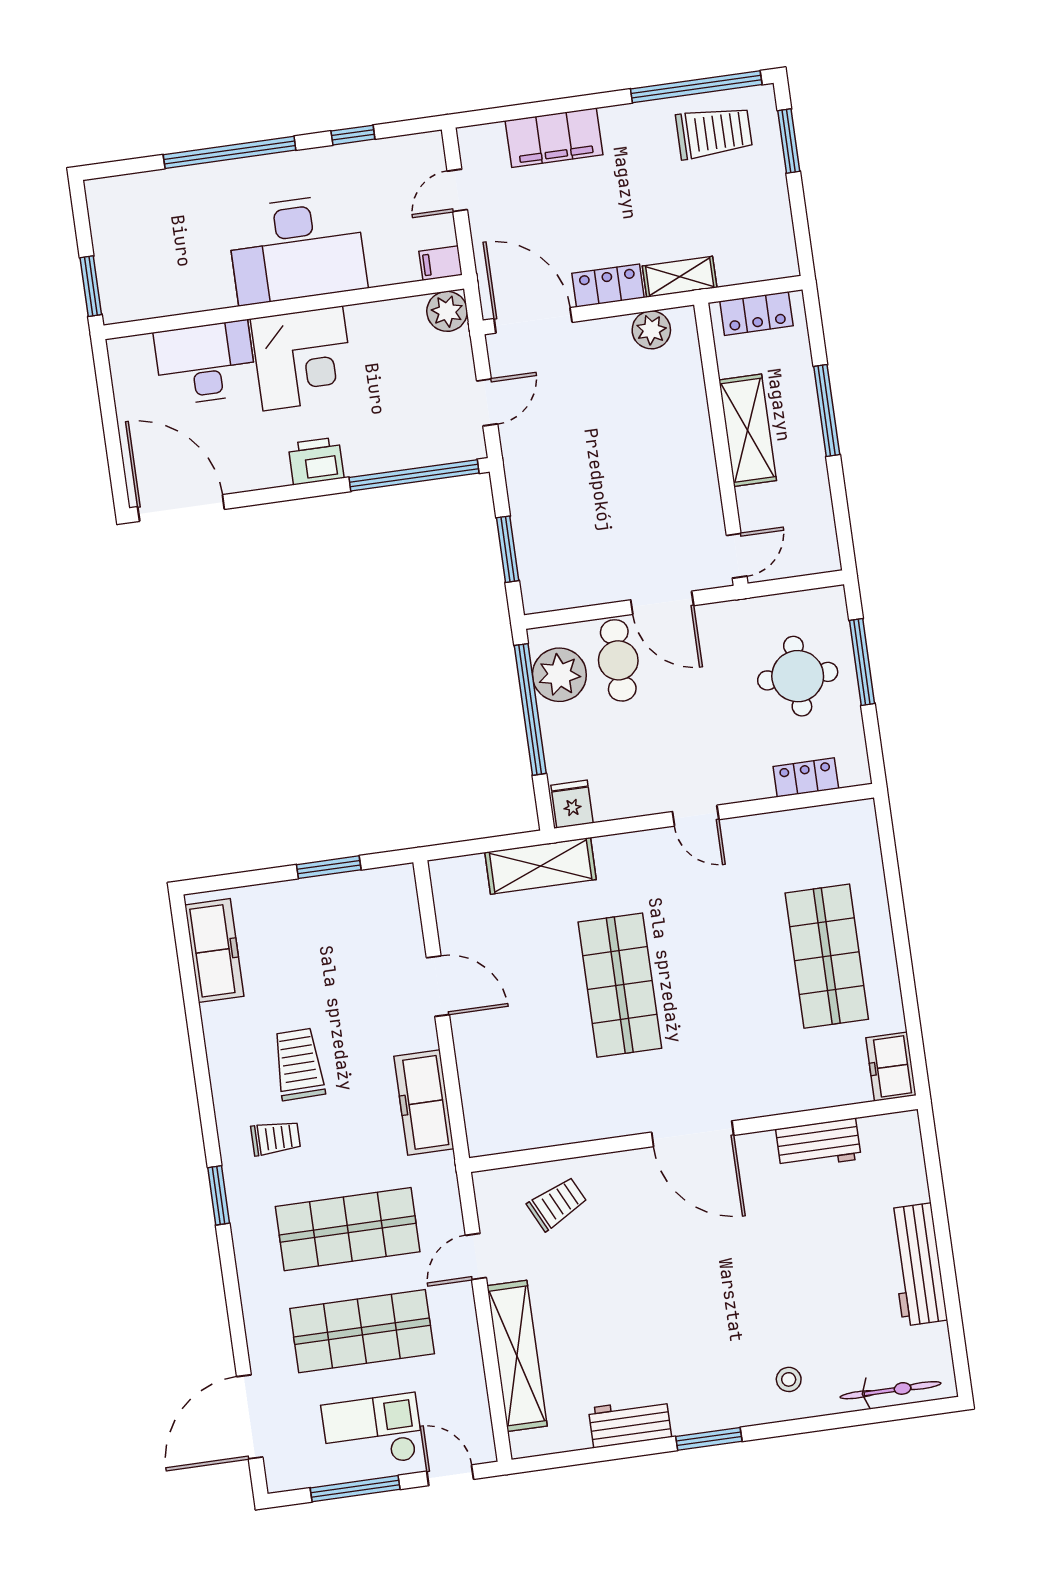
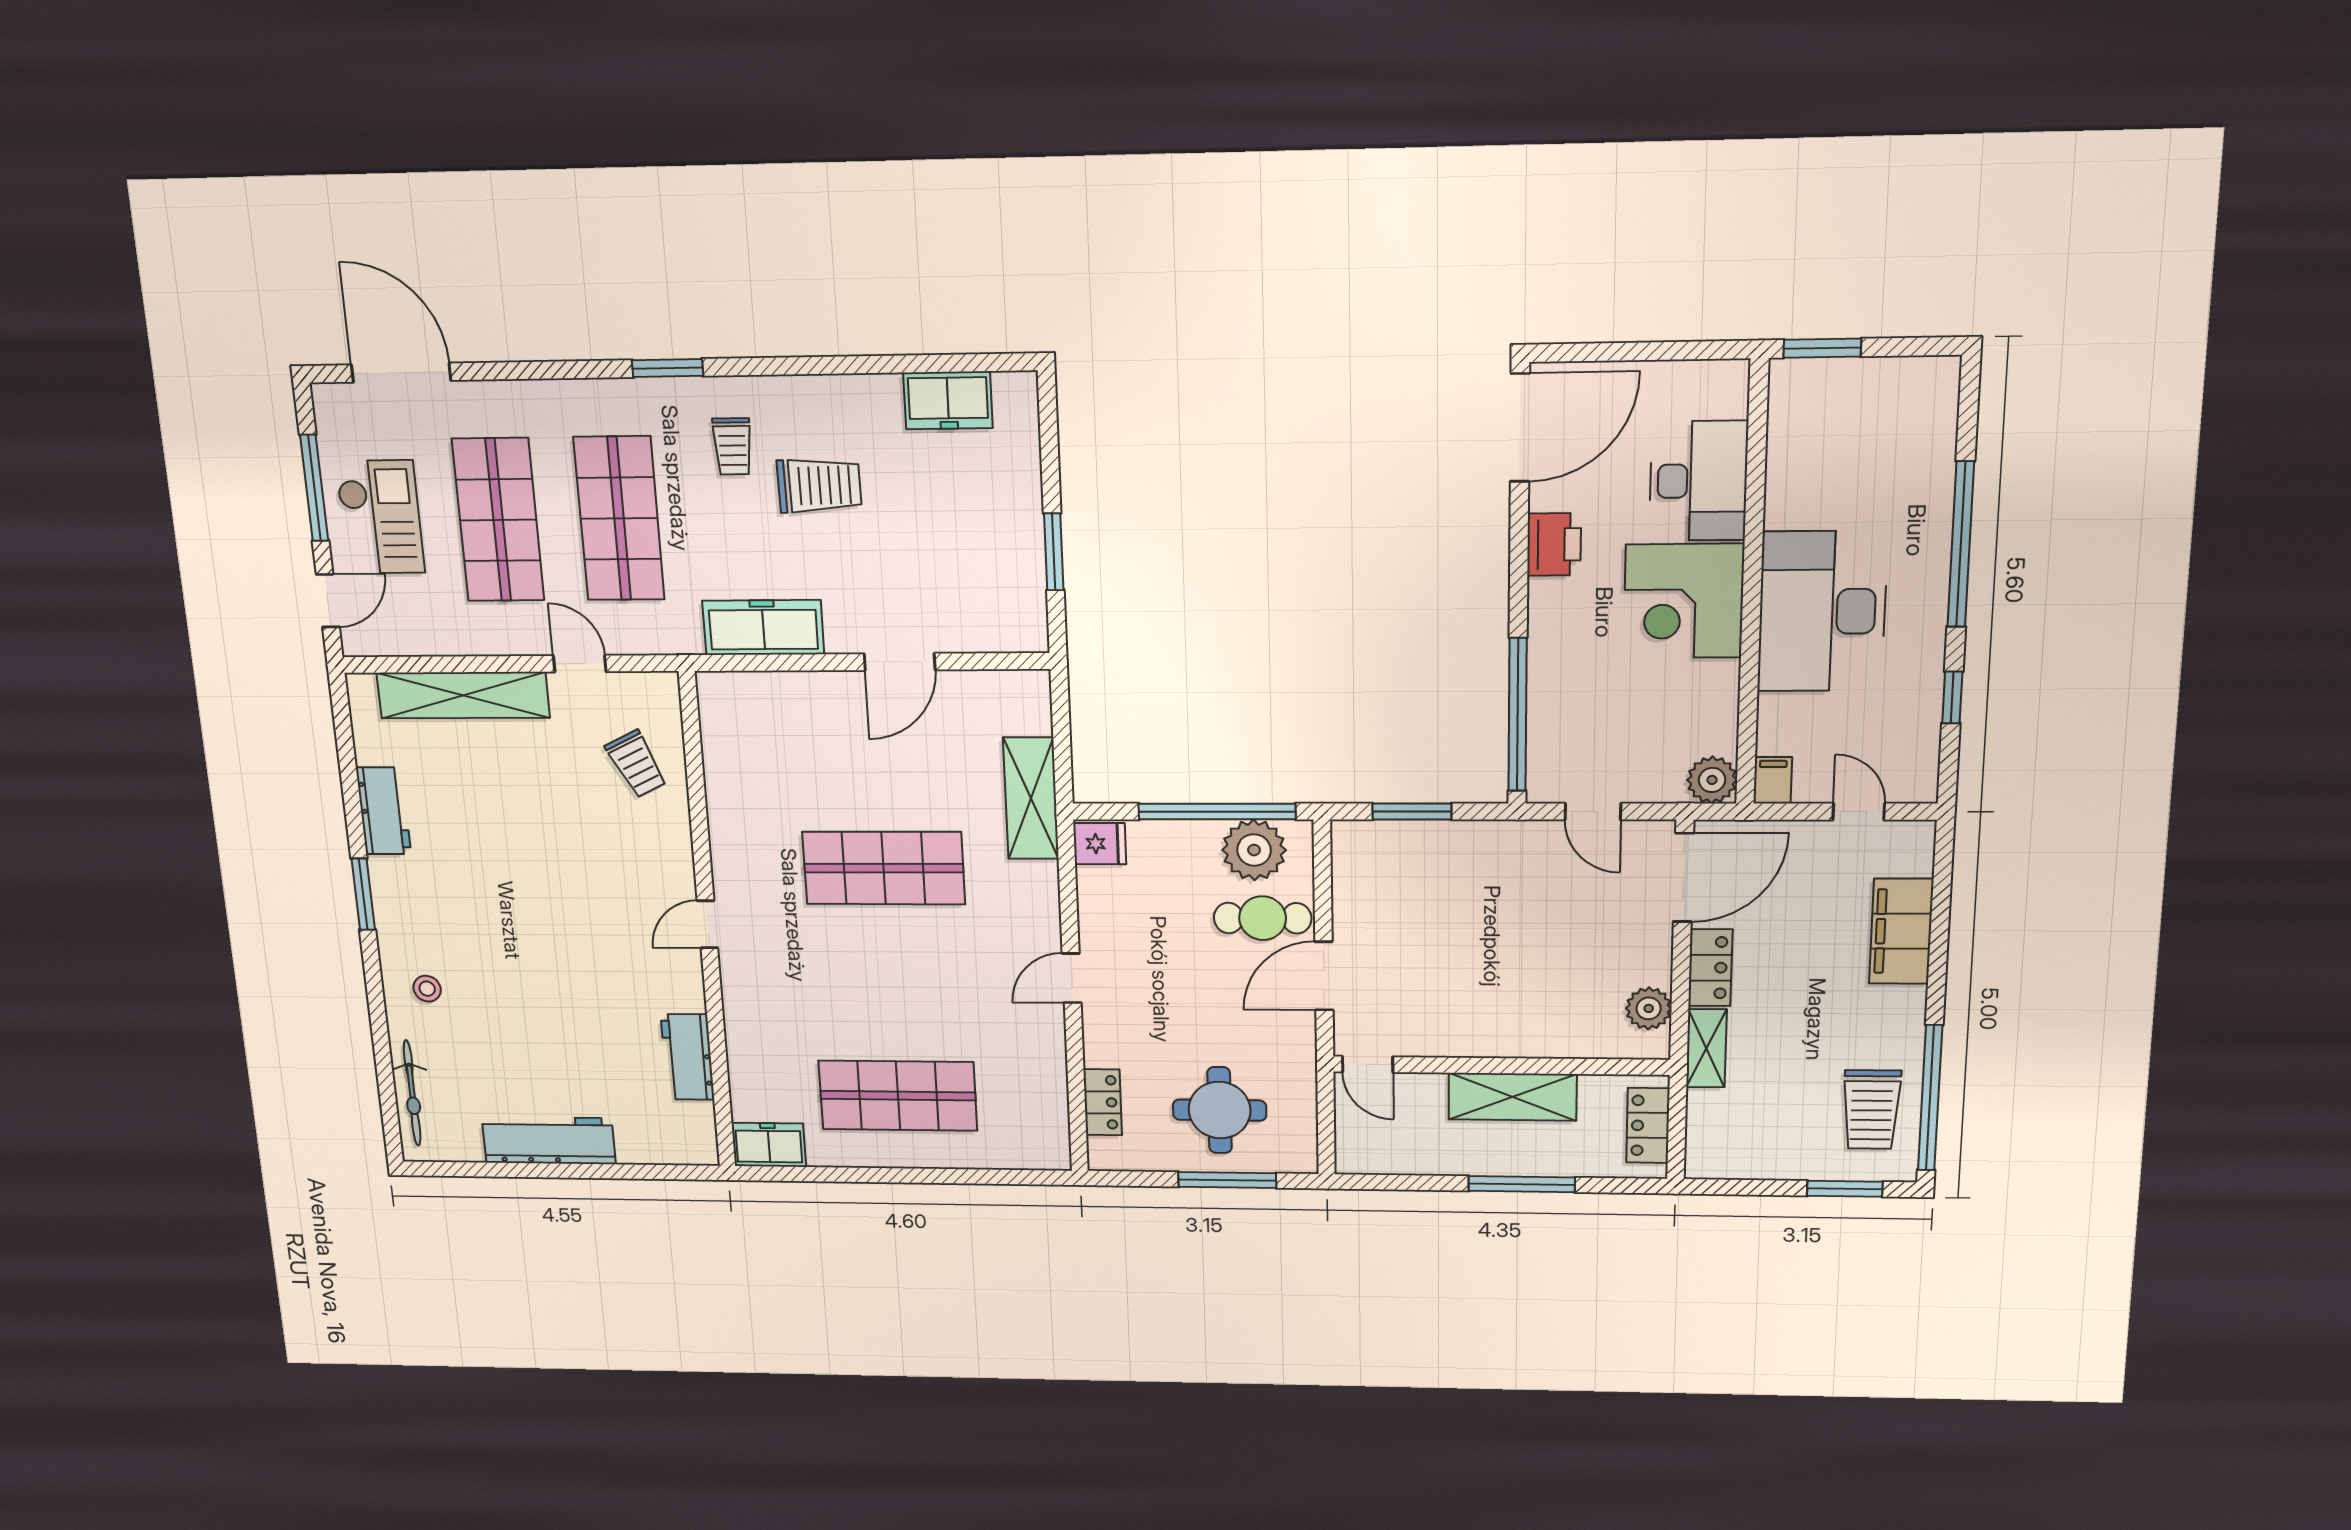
printer: (316, 461) -> (1554, 544), moved
freezer: (214, 951) -> (948, 400), width x0.71
door: (693, 1134) -> (707, 924), width x0.53

